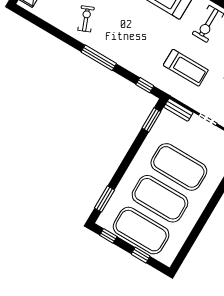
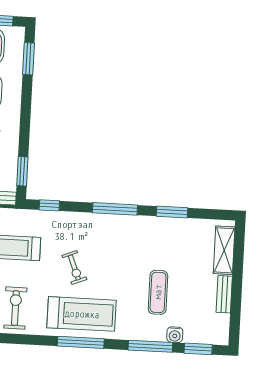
exercise bike: (86, 19) -> (74, 268), moved
window: (59, 34) -> (172, 212), added

